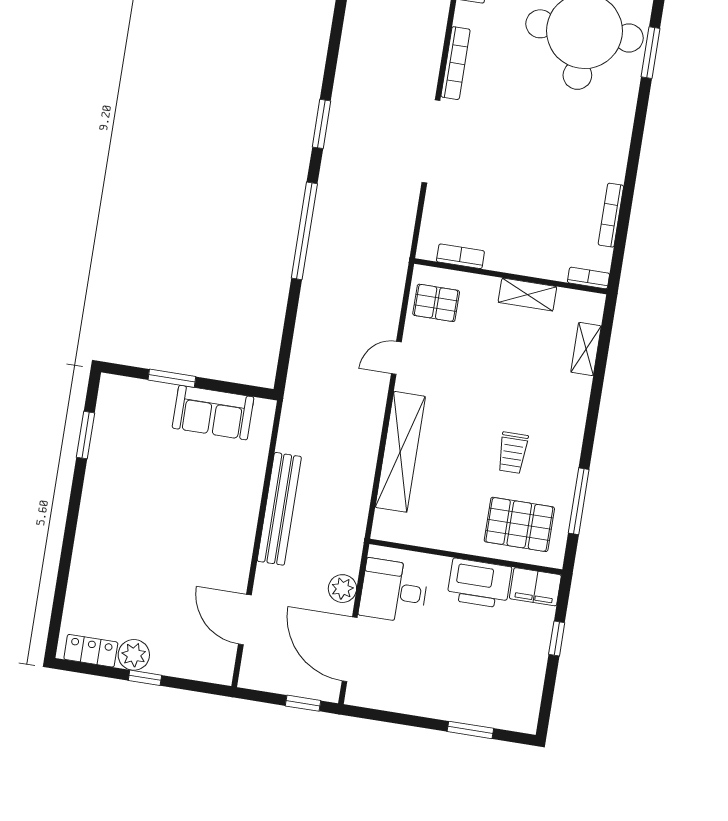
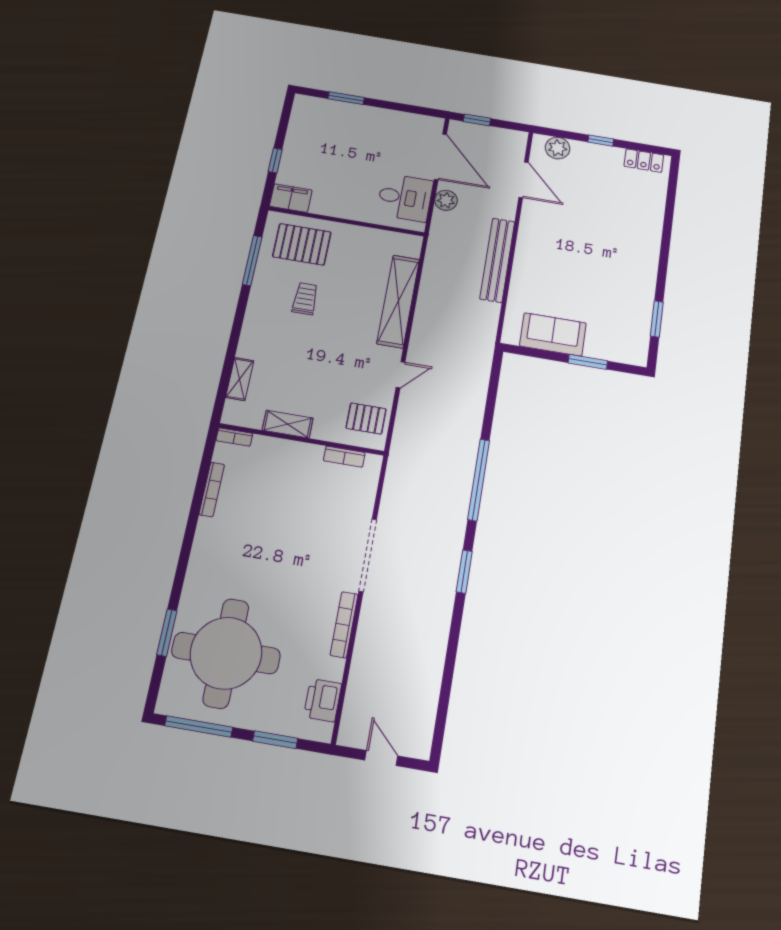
printer: (479, 583) -> (336, 202), removed
plant: (134, 655) -> (558, 148), moved

